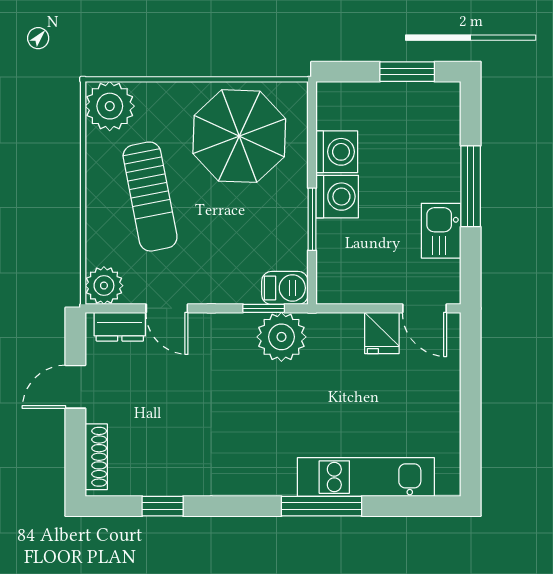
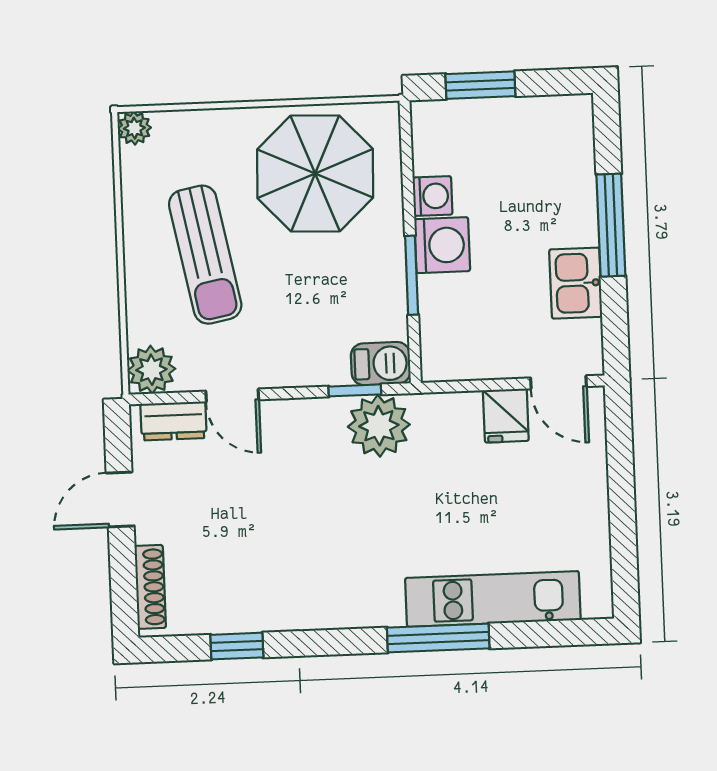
window: (407, 72) -> (480, 85), moved
plant: (110, 106) -> (134, 128), width x0.53, depth x0.53
washing machine: (337, 152) -> (433, 196), width x0.73, depth x0.73

